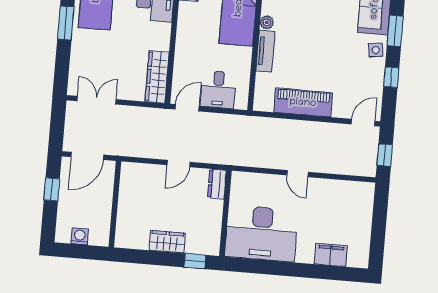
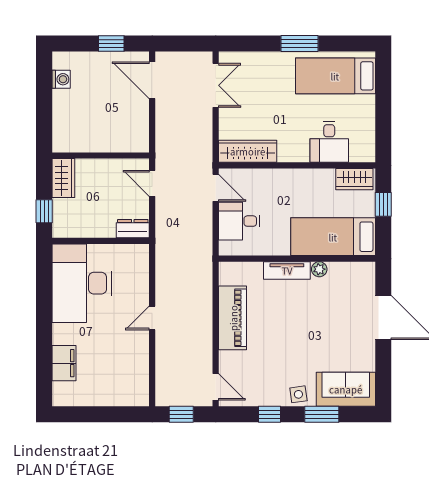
wall: (115, 204) -> (101, 156), moved

